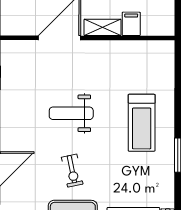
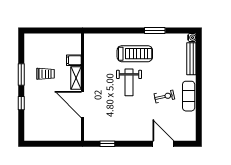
weight bench: (71, 113) -> (129, 82), moved

